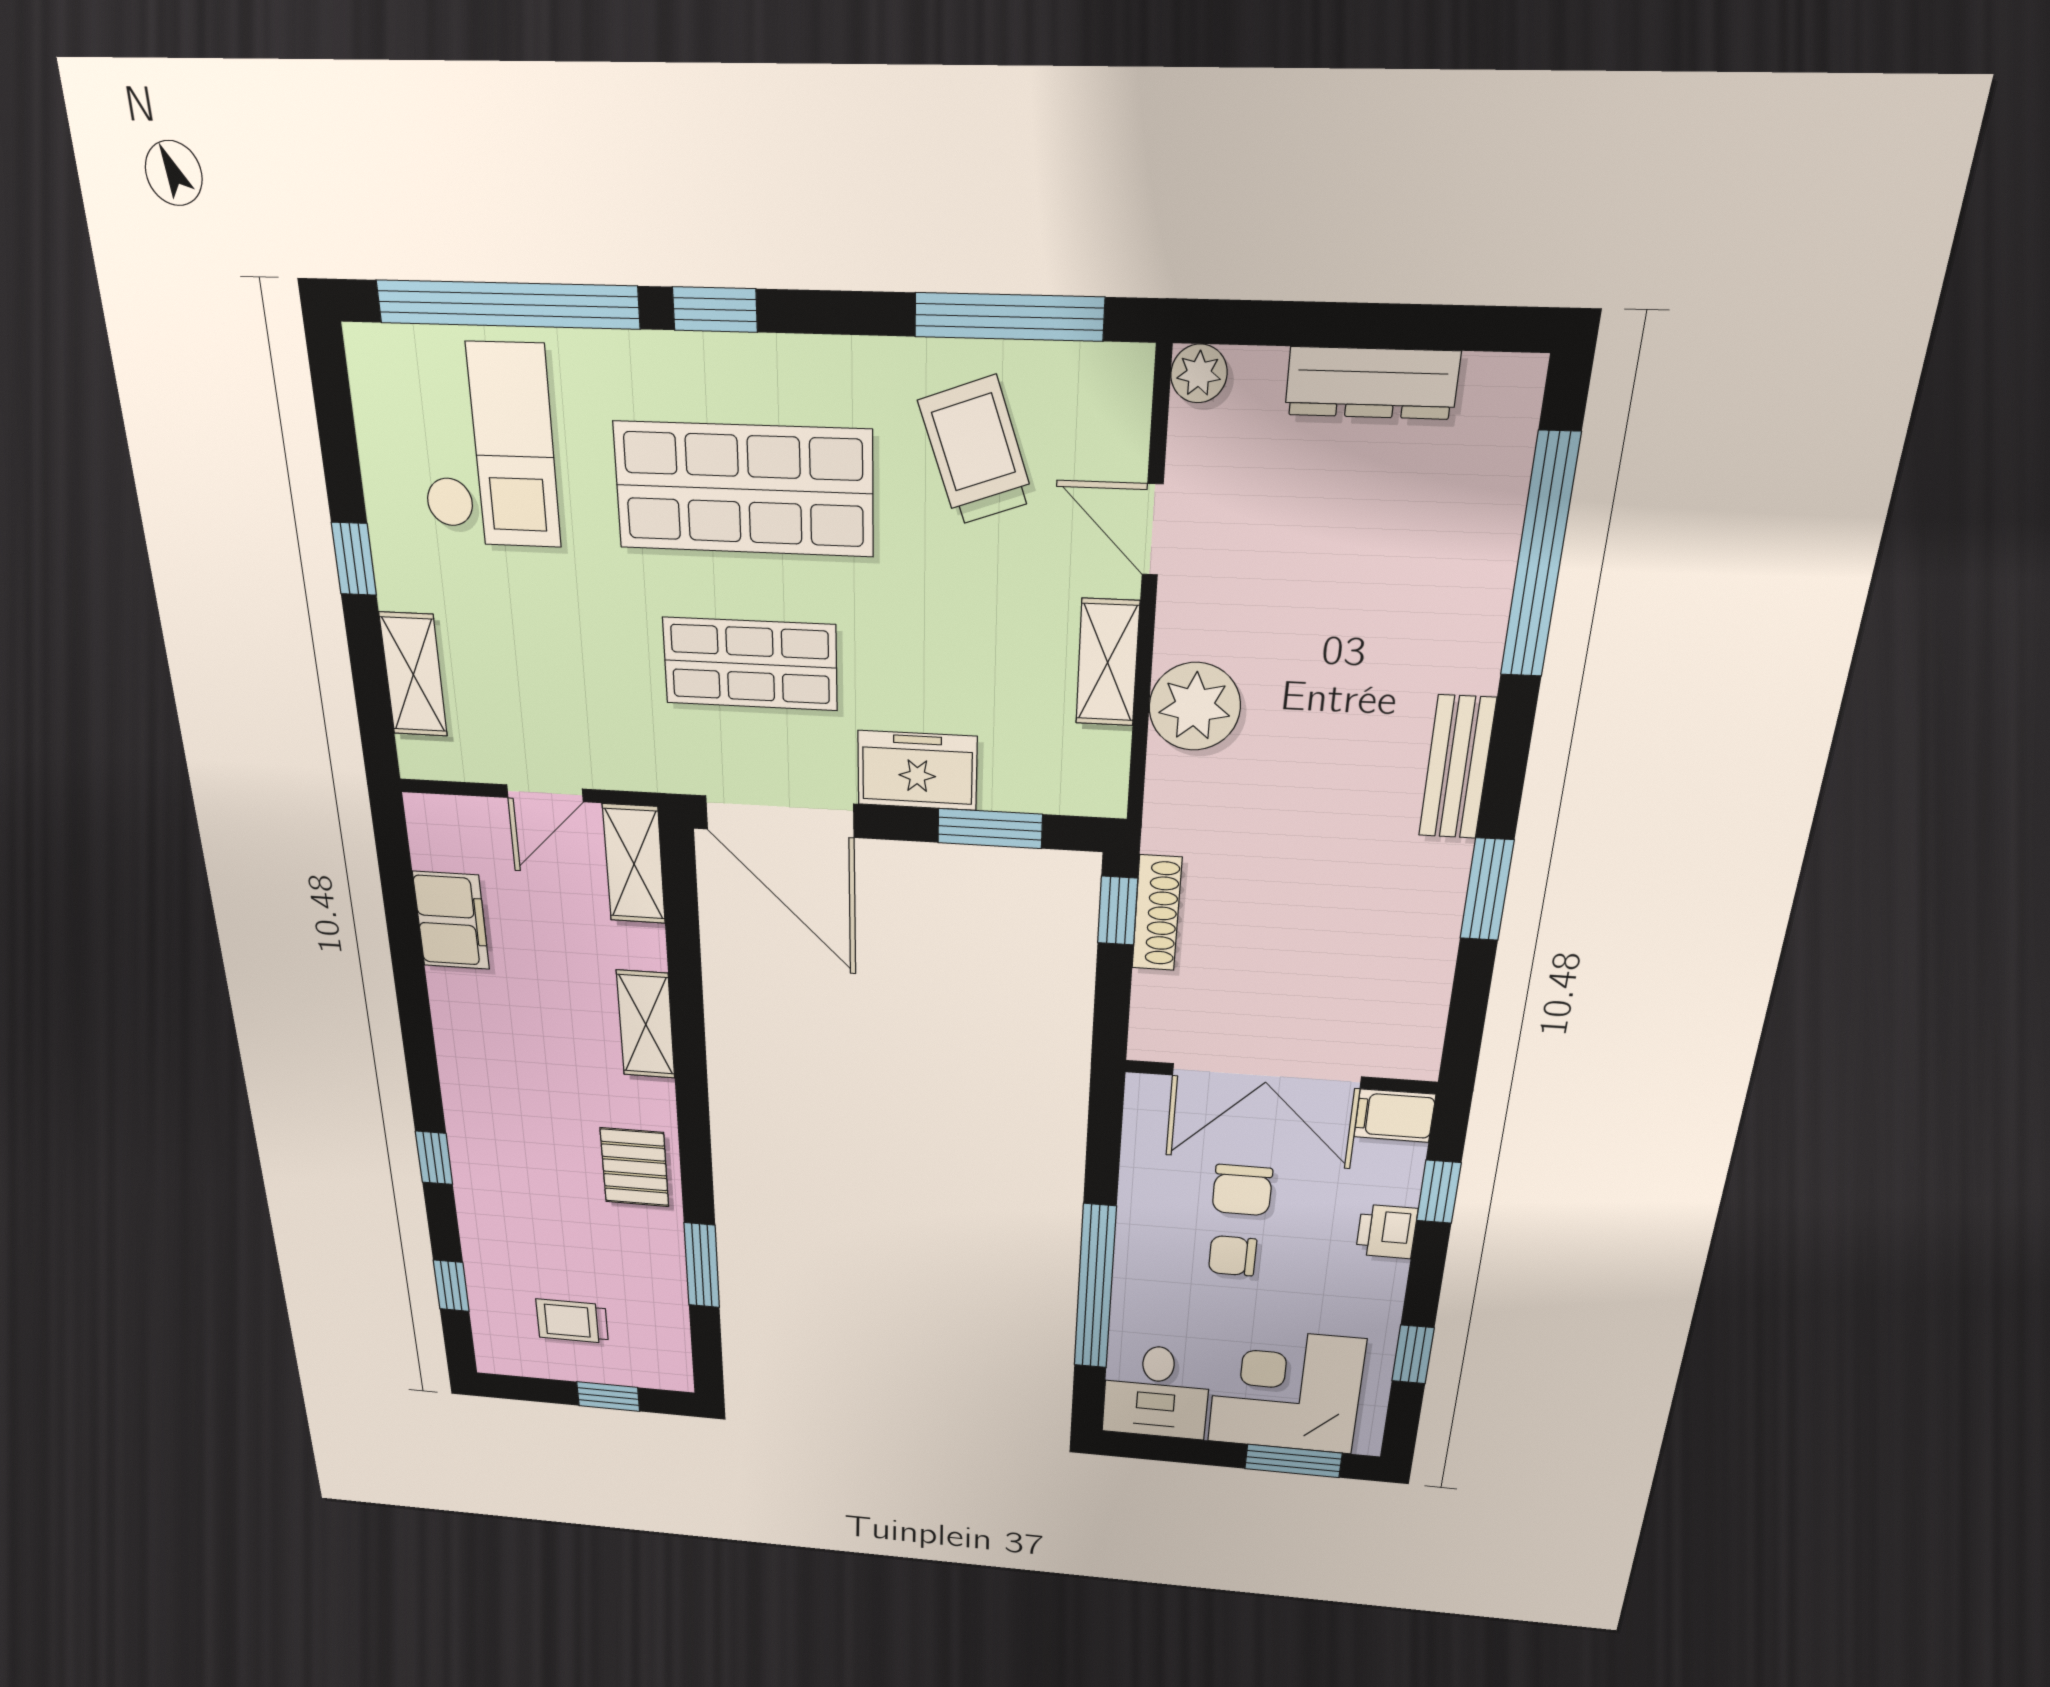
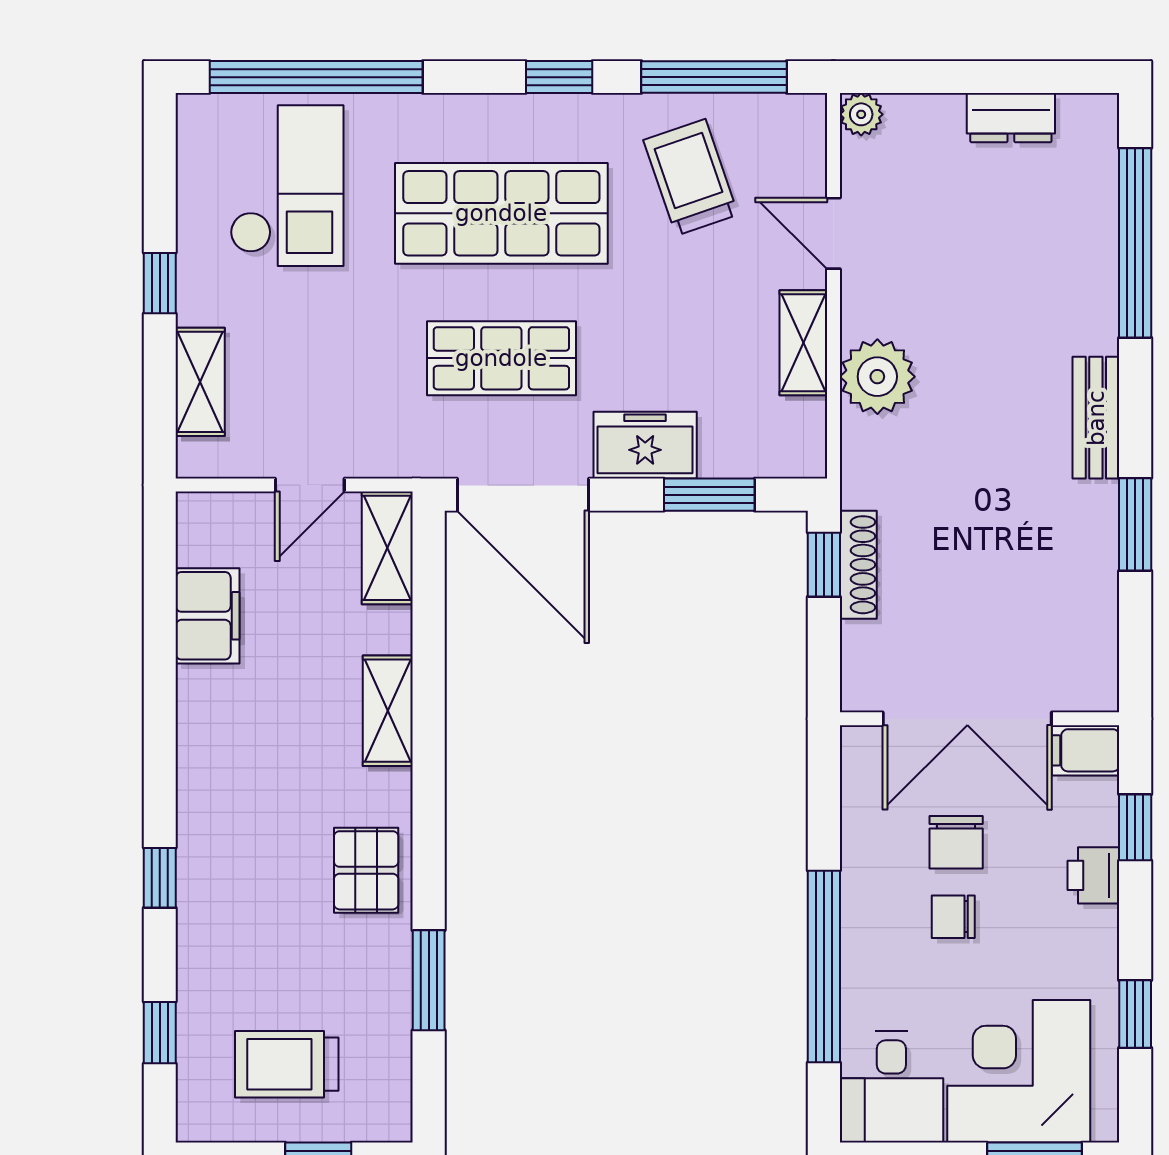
window: (715, 310) -> (559, 77), moved
dresser: (1372, 383) -> (1011, 118), width x0.70
trolley: (572, 1321) -> (287, 1064), width x1.36, depth x1.39

